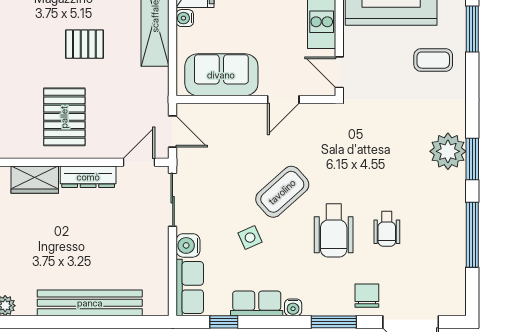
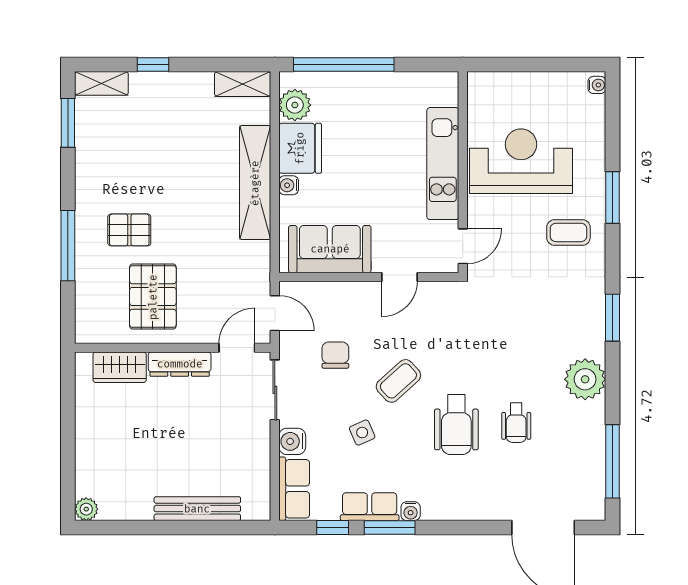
pallet: (84, 44) -> (129, 230), moved
door: (339, 72) -> (463, 246), swing flipped
plant: (448, 151) -> (585, 379), moved
window: (472, 159) -> (613, 318), moved
coffee table: (282, 192) -> (398, 381), width x0.73, depth x0.77
window: (472, 235) -> (613, 461), moved
chair: (367, 296) -> (335, 355), moved
bench: (90, 303) -> (197, 509), width x0.73, depth x0.82
window: (334, 322) -> (390, 527), moved

